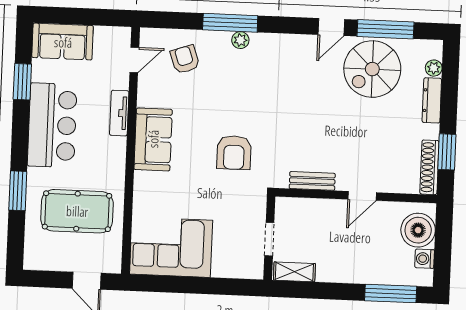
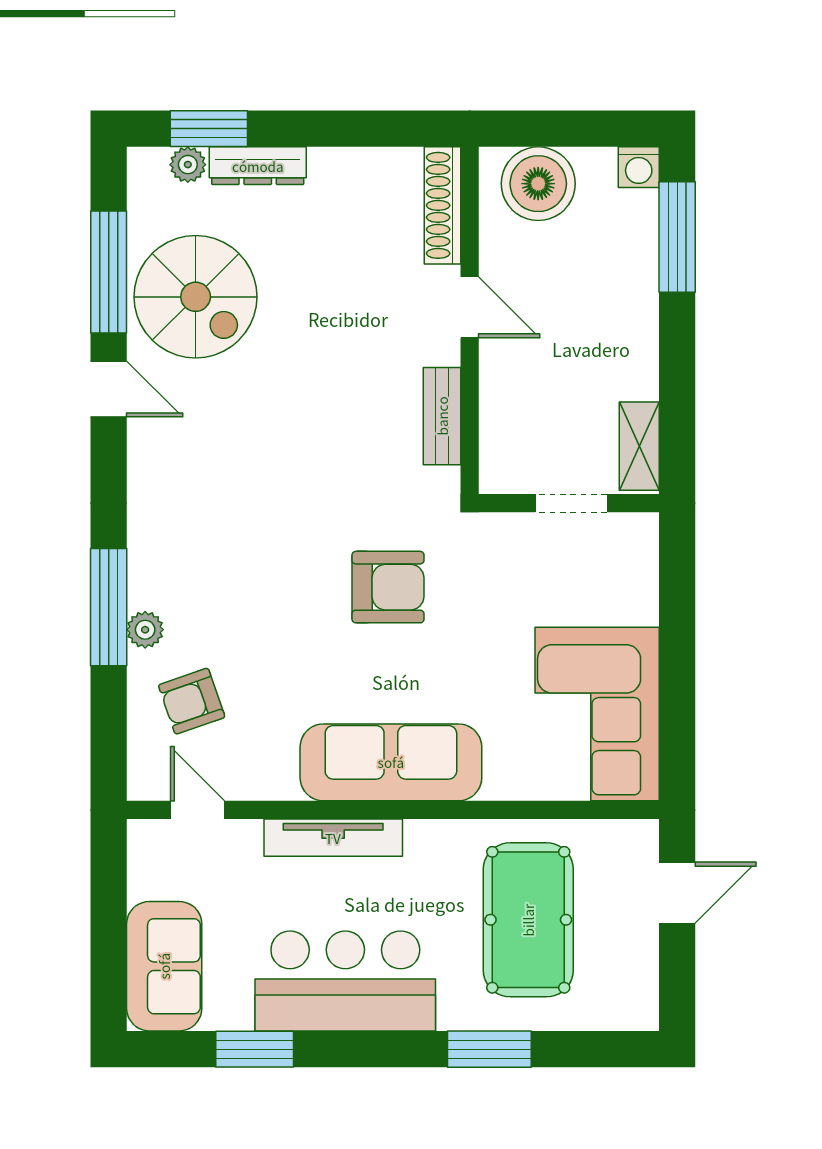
plant: (240, 40) -> (145, 630), moved
tv unit: (119, 113) -> (333, 838), width x1.41
sofa: (153, 139) -> (391, 762), width x1.36
window: (447, 152) -> (209, 129), moved
shoe rack: (429, 167) -> (442, 205), moved, turned 90
washing machine: (425, 259) -> (639, 167), moved

